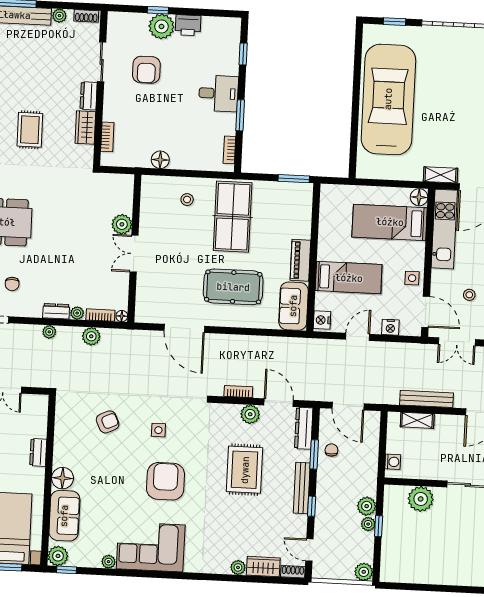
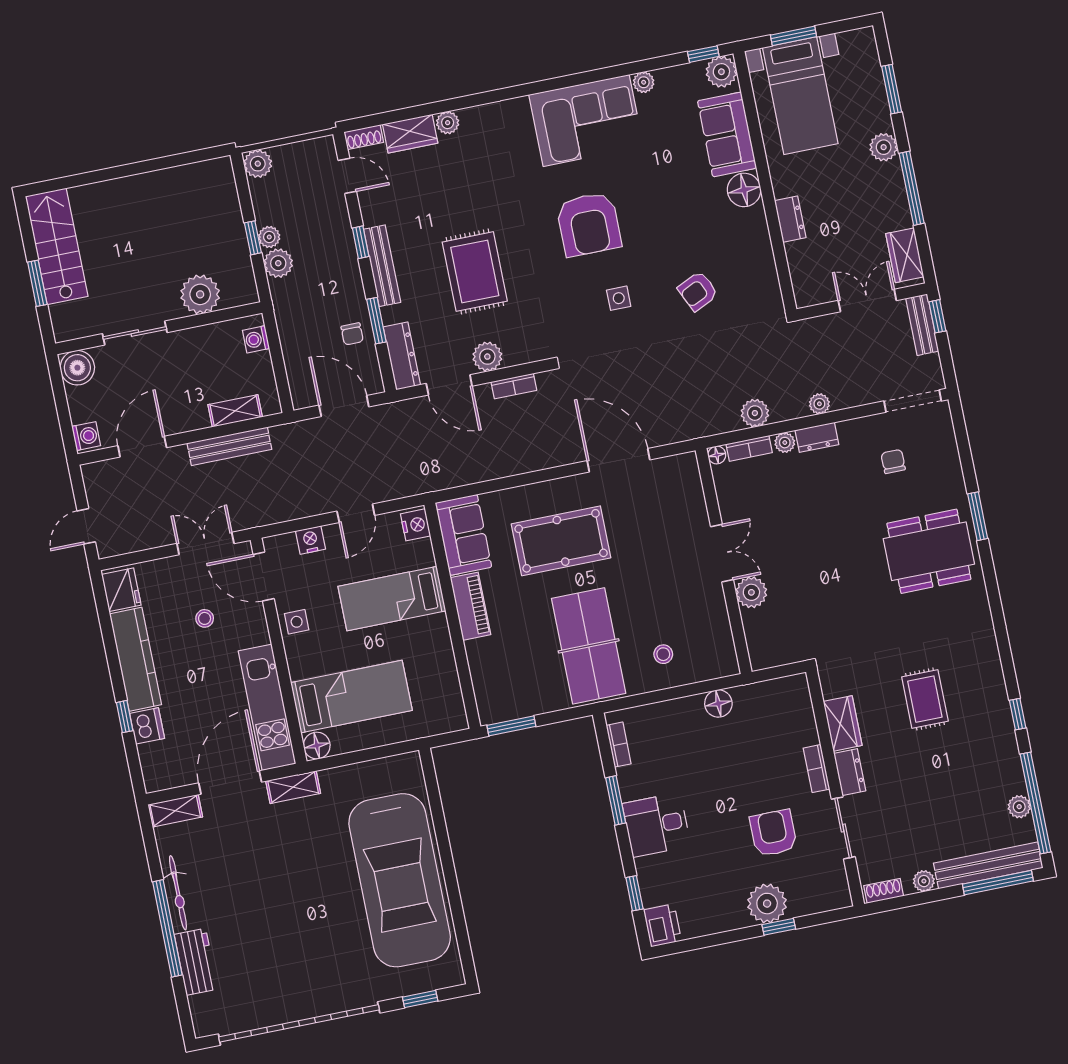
printer: (188, 25) -> (662, 925), moved, turned 90
bookcase: (107, 137) -> (816, 769), moved

